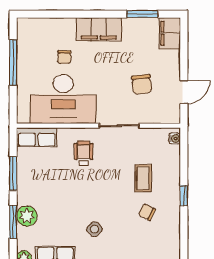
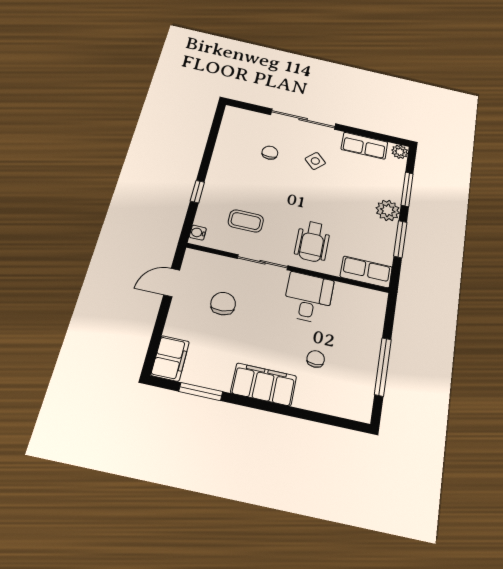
desk: (63, 99) -> (308, 298), width x0.53, depth x0.77
wheelchair: (84, 153) -> (312, 241), width x1.36, depth x1.37
coffee table: (143, 178) -> (246, 221), moved, turned 90
window: (184, 196) -> (197, 192), moved
chair: (147, 212) -> (270, 153), moved, turned -117
plant: (27, 216) -> (388, 210), moved

